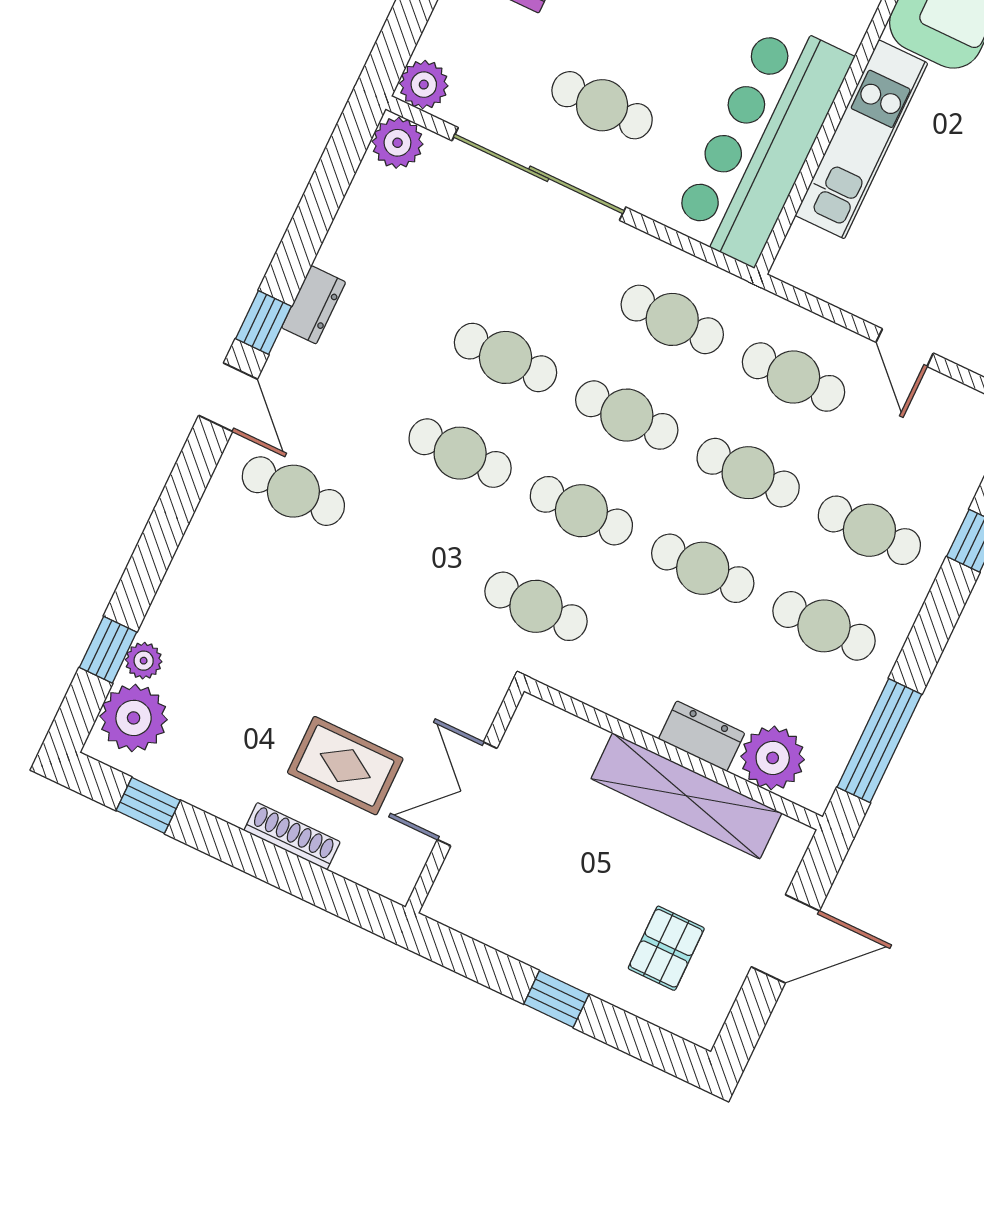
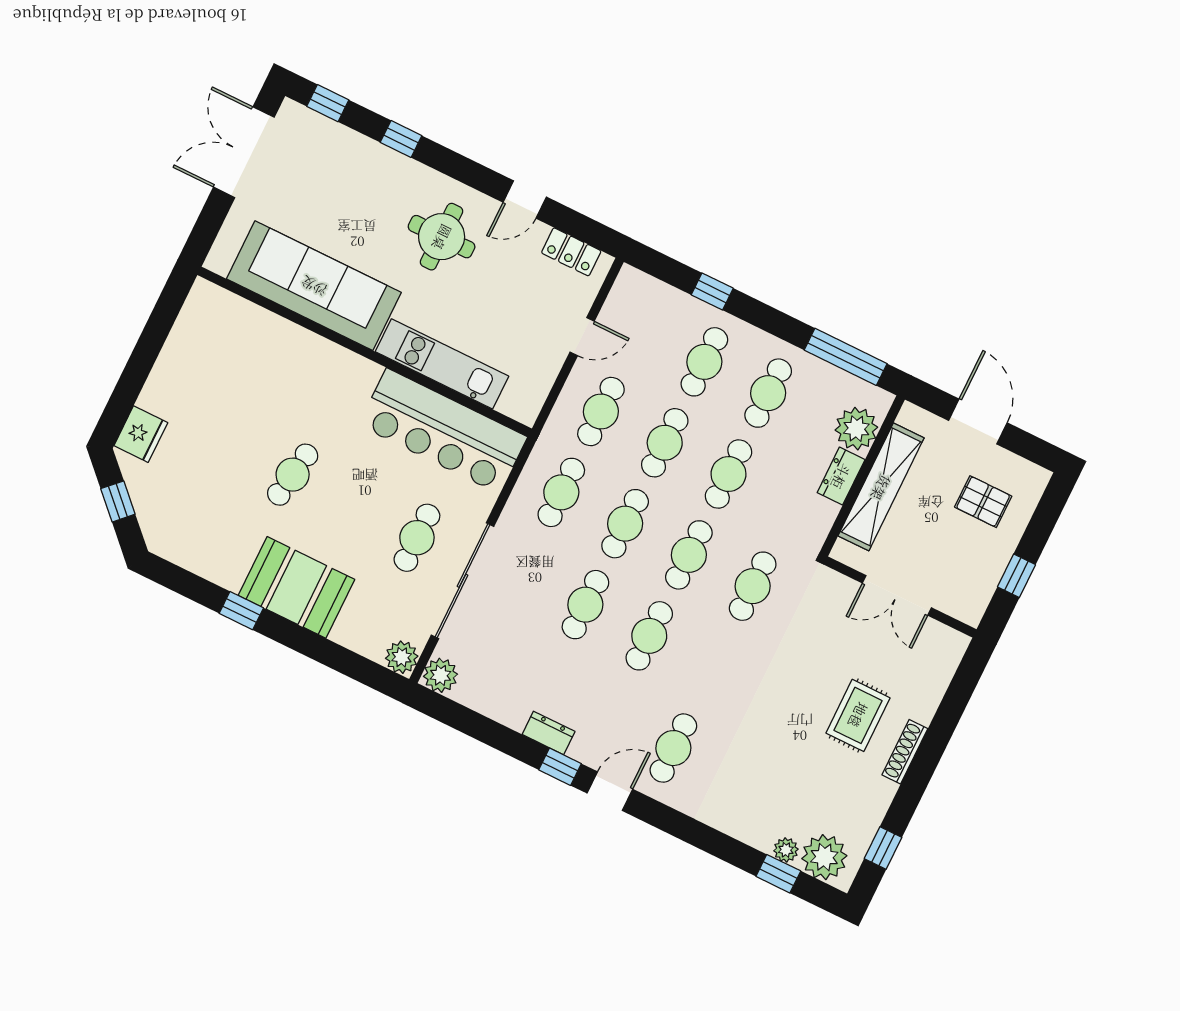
double door: (467, 794) -> (897, 595), moved
wall: (465, 799) -> (900, 597), moved

